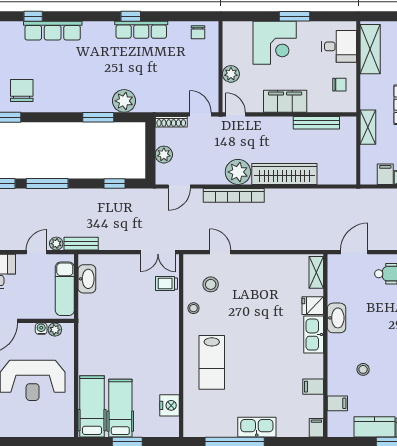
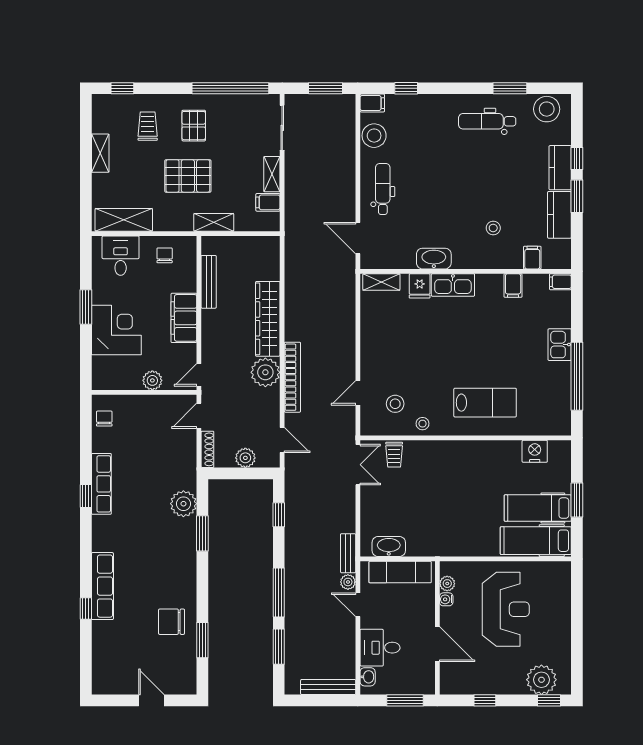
chair: (198, 32) -> (104, 419), turned -90
kitchen sink: (257, 427) -> (560, 345), width x0.73

